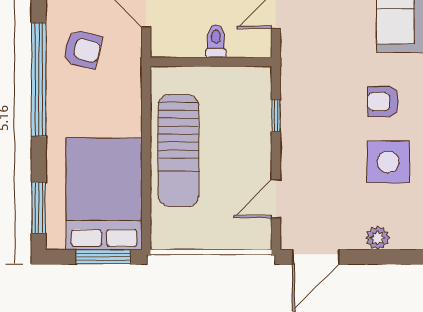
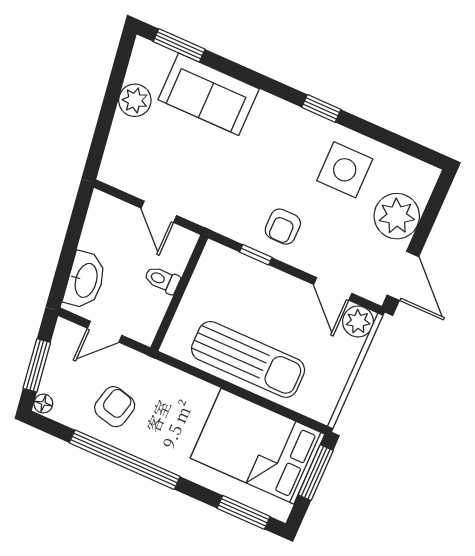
armchair: (383, 101) -> (283, 227), moved
plant: (257, 235) -> (358, 322), added
plant: (378, 238) -> (397, 216), width x1.88, depth x1.88

